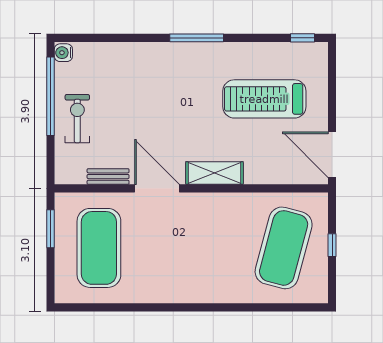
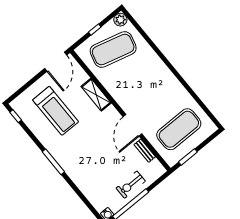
shelving: (214, 173) -> (96, 95), moved
plant: (317, 292) -> (120, 20), added

